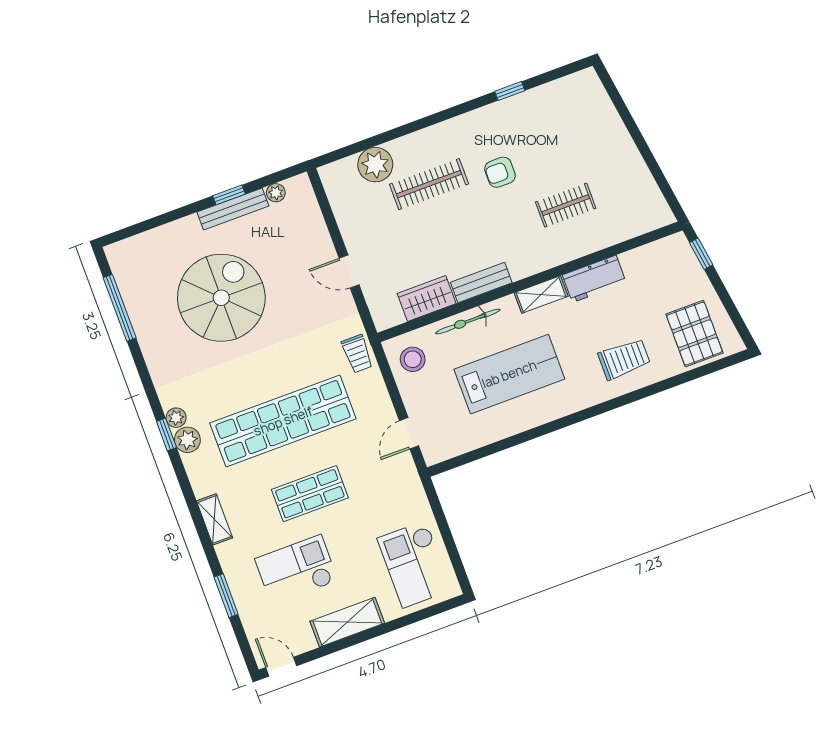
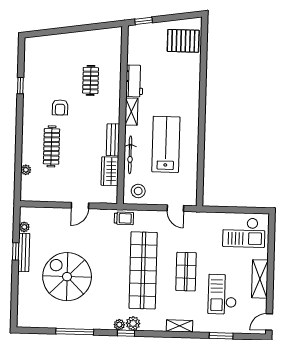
plant: (375, 165) -> (26, 170), width x0.53, depth x0.53
window: (120, 308) -> (75, 332), moved
trolley: (624, 359) -> (182, 82), removed

